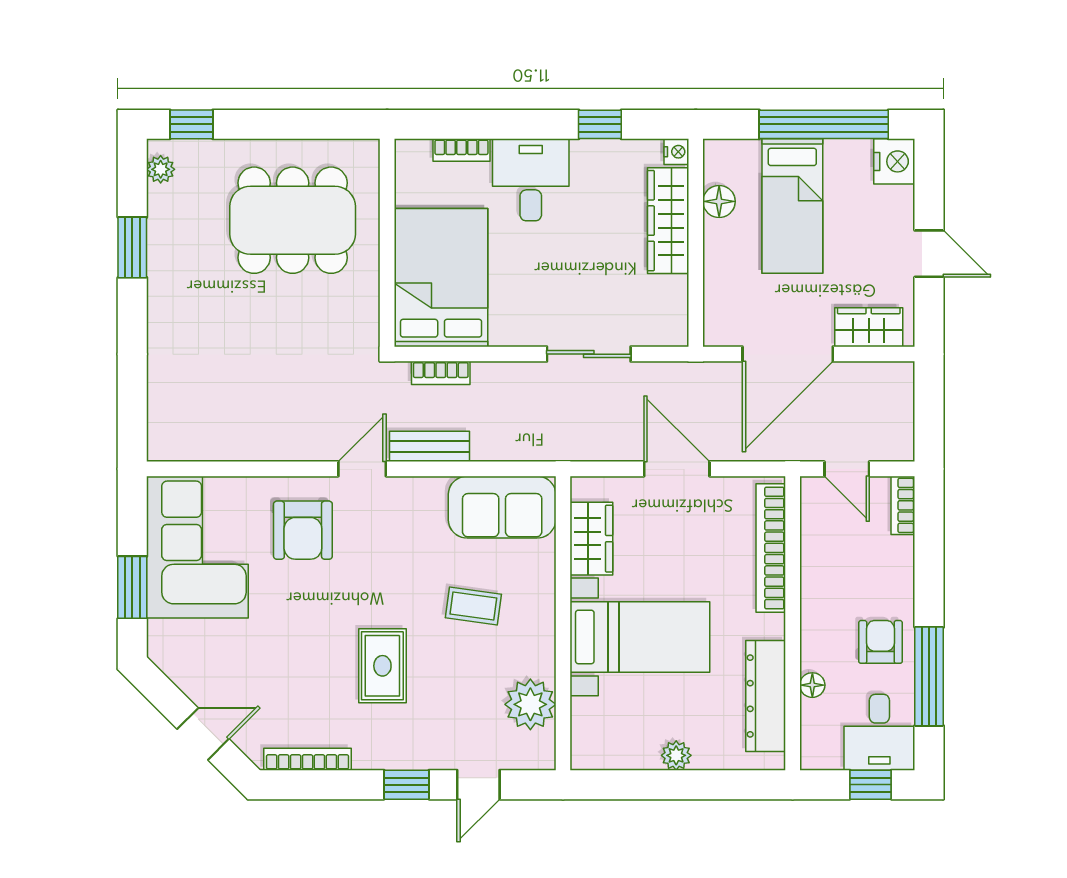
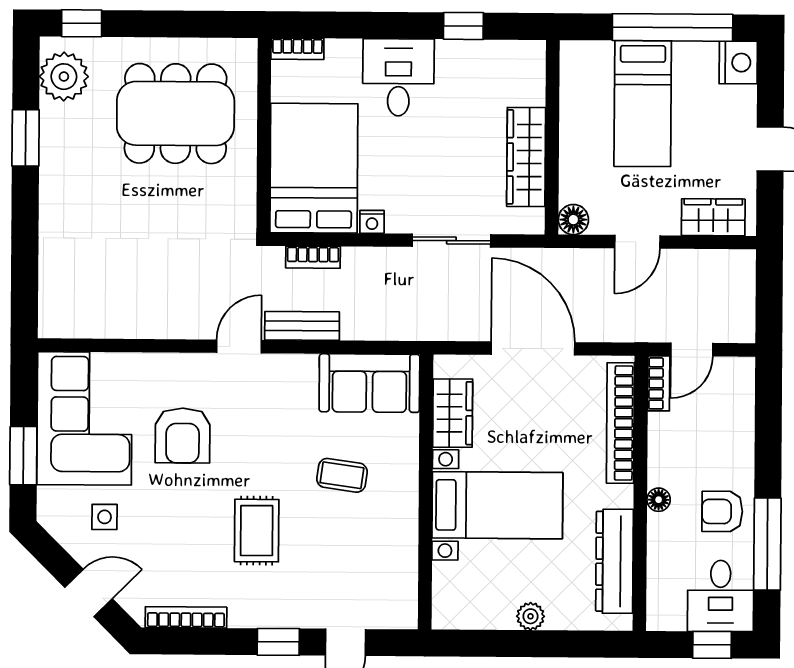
bookcase: (461, 150) -> (297, 49), moved
nightstand: (676, 152) -> (372, 222), moved, turned 90
plant: (161, 169) -> (64, 77), width x1.88, depth x1.88
floor lamp: (719, 201) -> (573, 220), moved
wardrobe: (668, 221) -> (526, 157), moved
door: (788, 354) -> (637, 242), width x0.53
door: (677, 469) -> (533, 348), width x1.36
door: (847, 469) -> (692, 350), hinge flipped
bookcase: (903, 505) -> (659, 383), moved, turned 180
armchair: (303, 530) -> (183, 436), moved
armchair: (880, 642) -> (722, 511), turned -90
side table: (220, 652) -> (105, 517), added
floor lamp: (812, 685) -> (659, 500), moved
plant: (530, 704) -> (395, 568), removed

